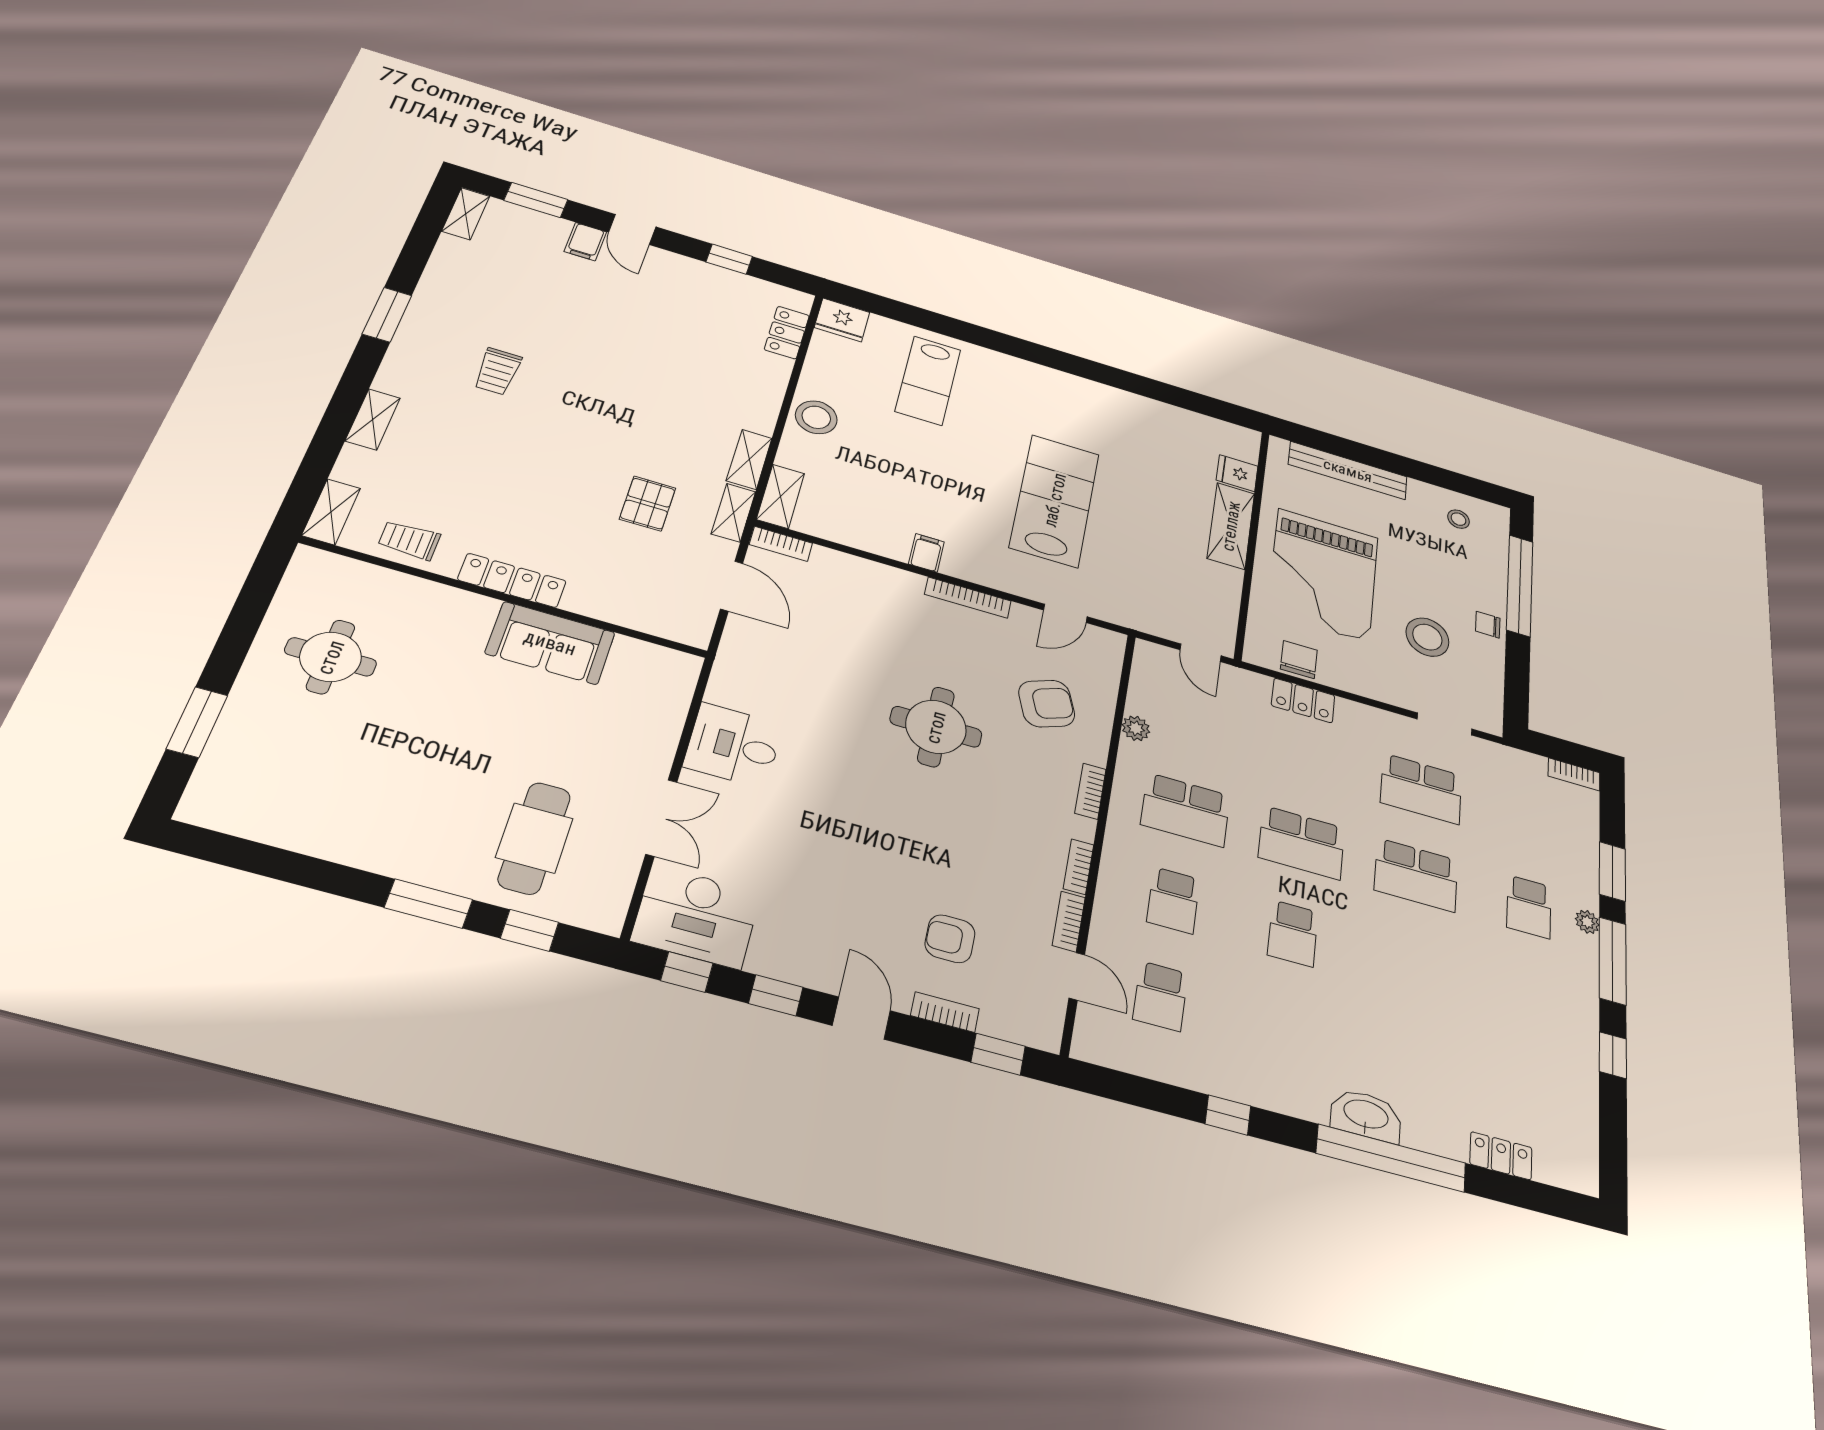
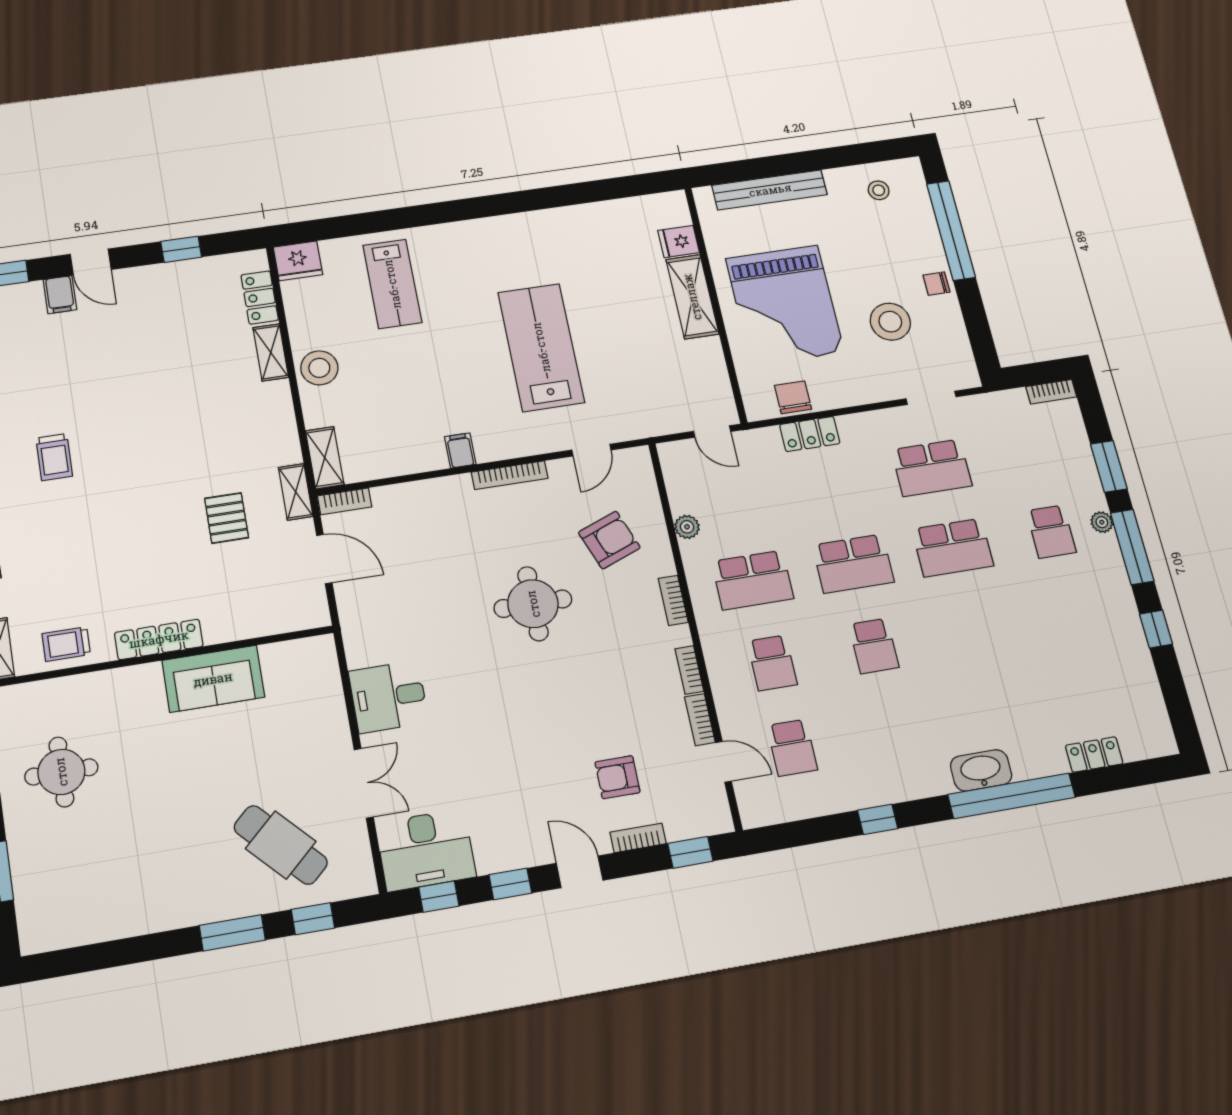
shelving: (749, 459) -> (271, 352), moved
cafe table: (534, 838) -> (281, 845), turned -43

